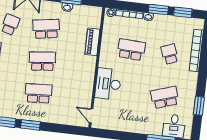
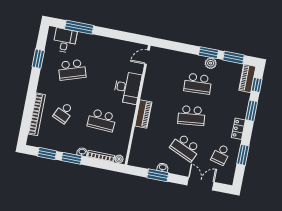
school desk: (46, 29) -> (185, 148), turned 33
piano: (92, 42) -> (143, 114), moved
school desk: (170, 54) -> (64, 113), turned 45
plant: (27, 115) -> (211, 63), added
door: (91, 116) -> (147, 57), swing flipped

